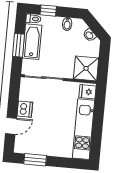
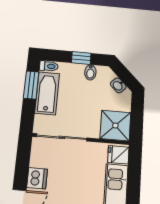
window: (48, 11) -> (81, 58), moved
window: (18, 45) -> (31, 85), moved

